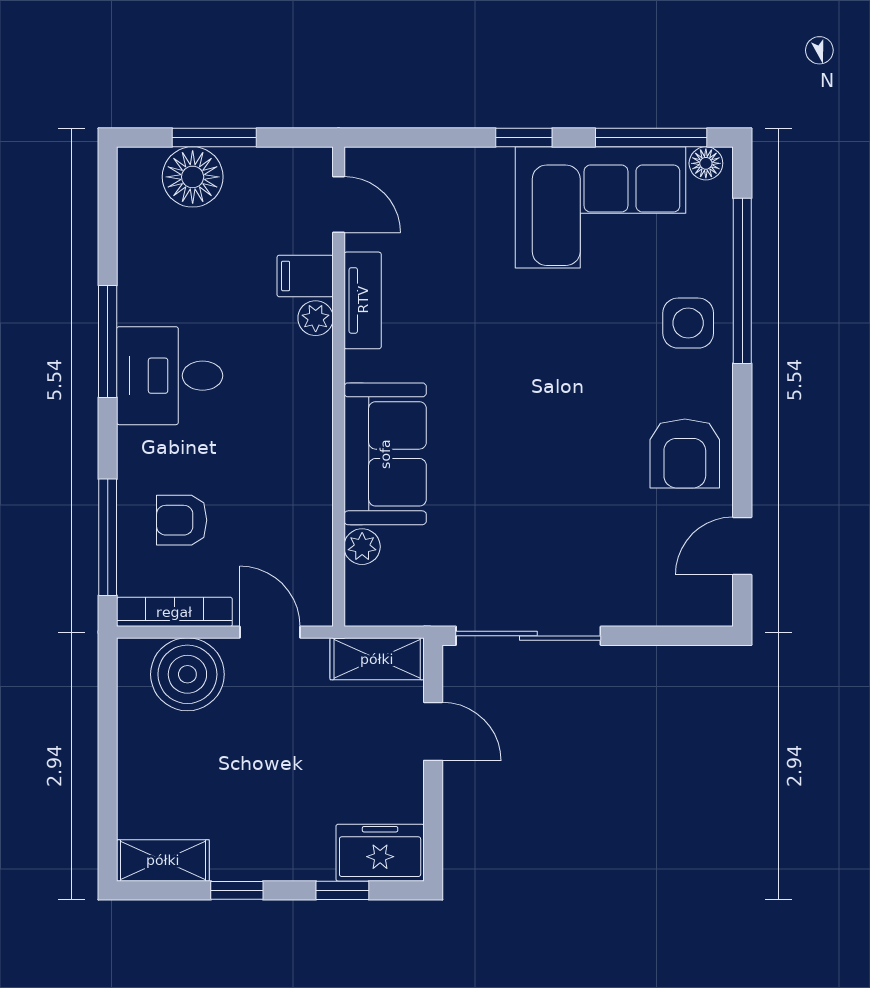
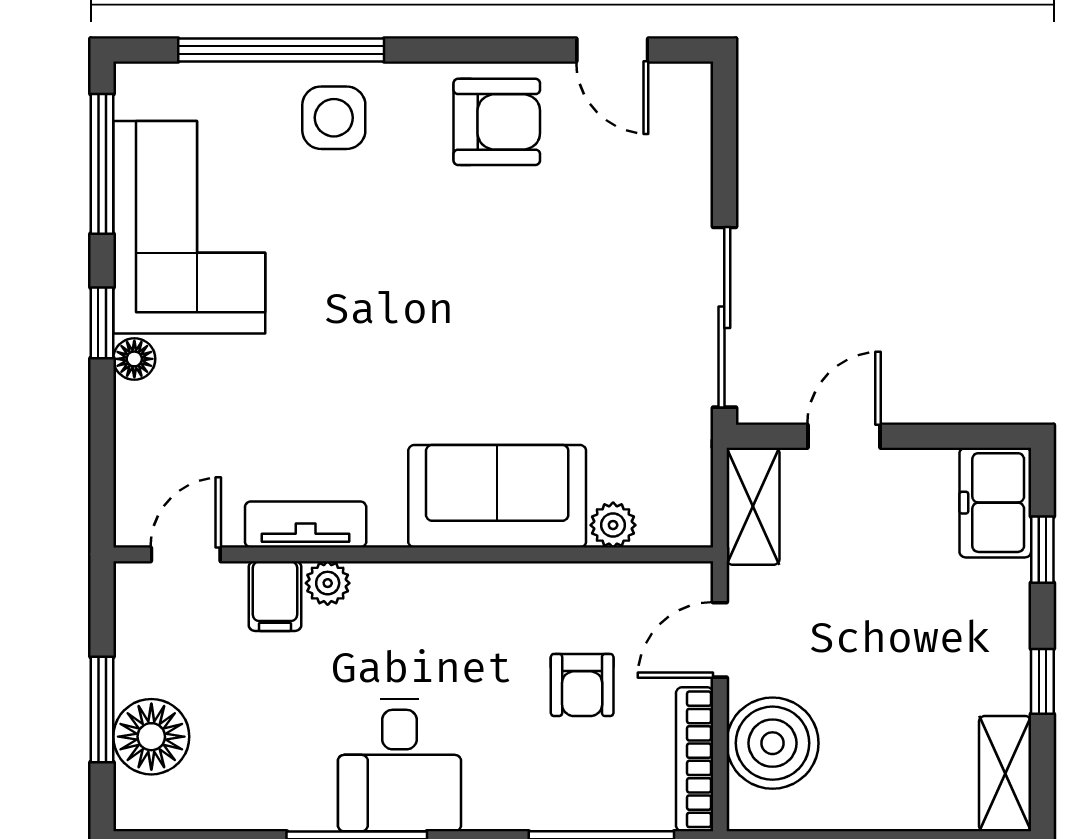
floor lamp: (706, 163) -> (134, 359), moved
armchair: (182, 520) -> (582, 685), moved

